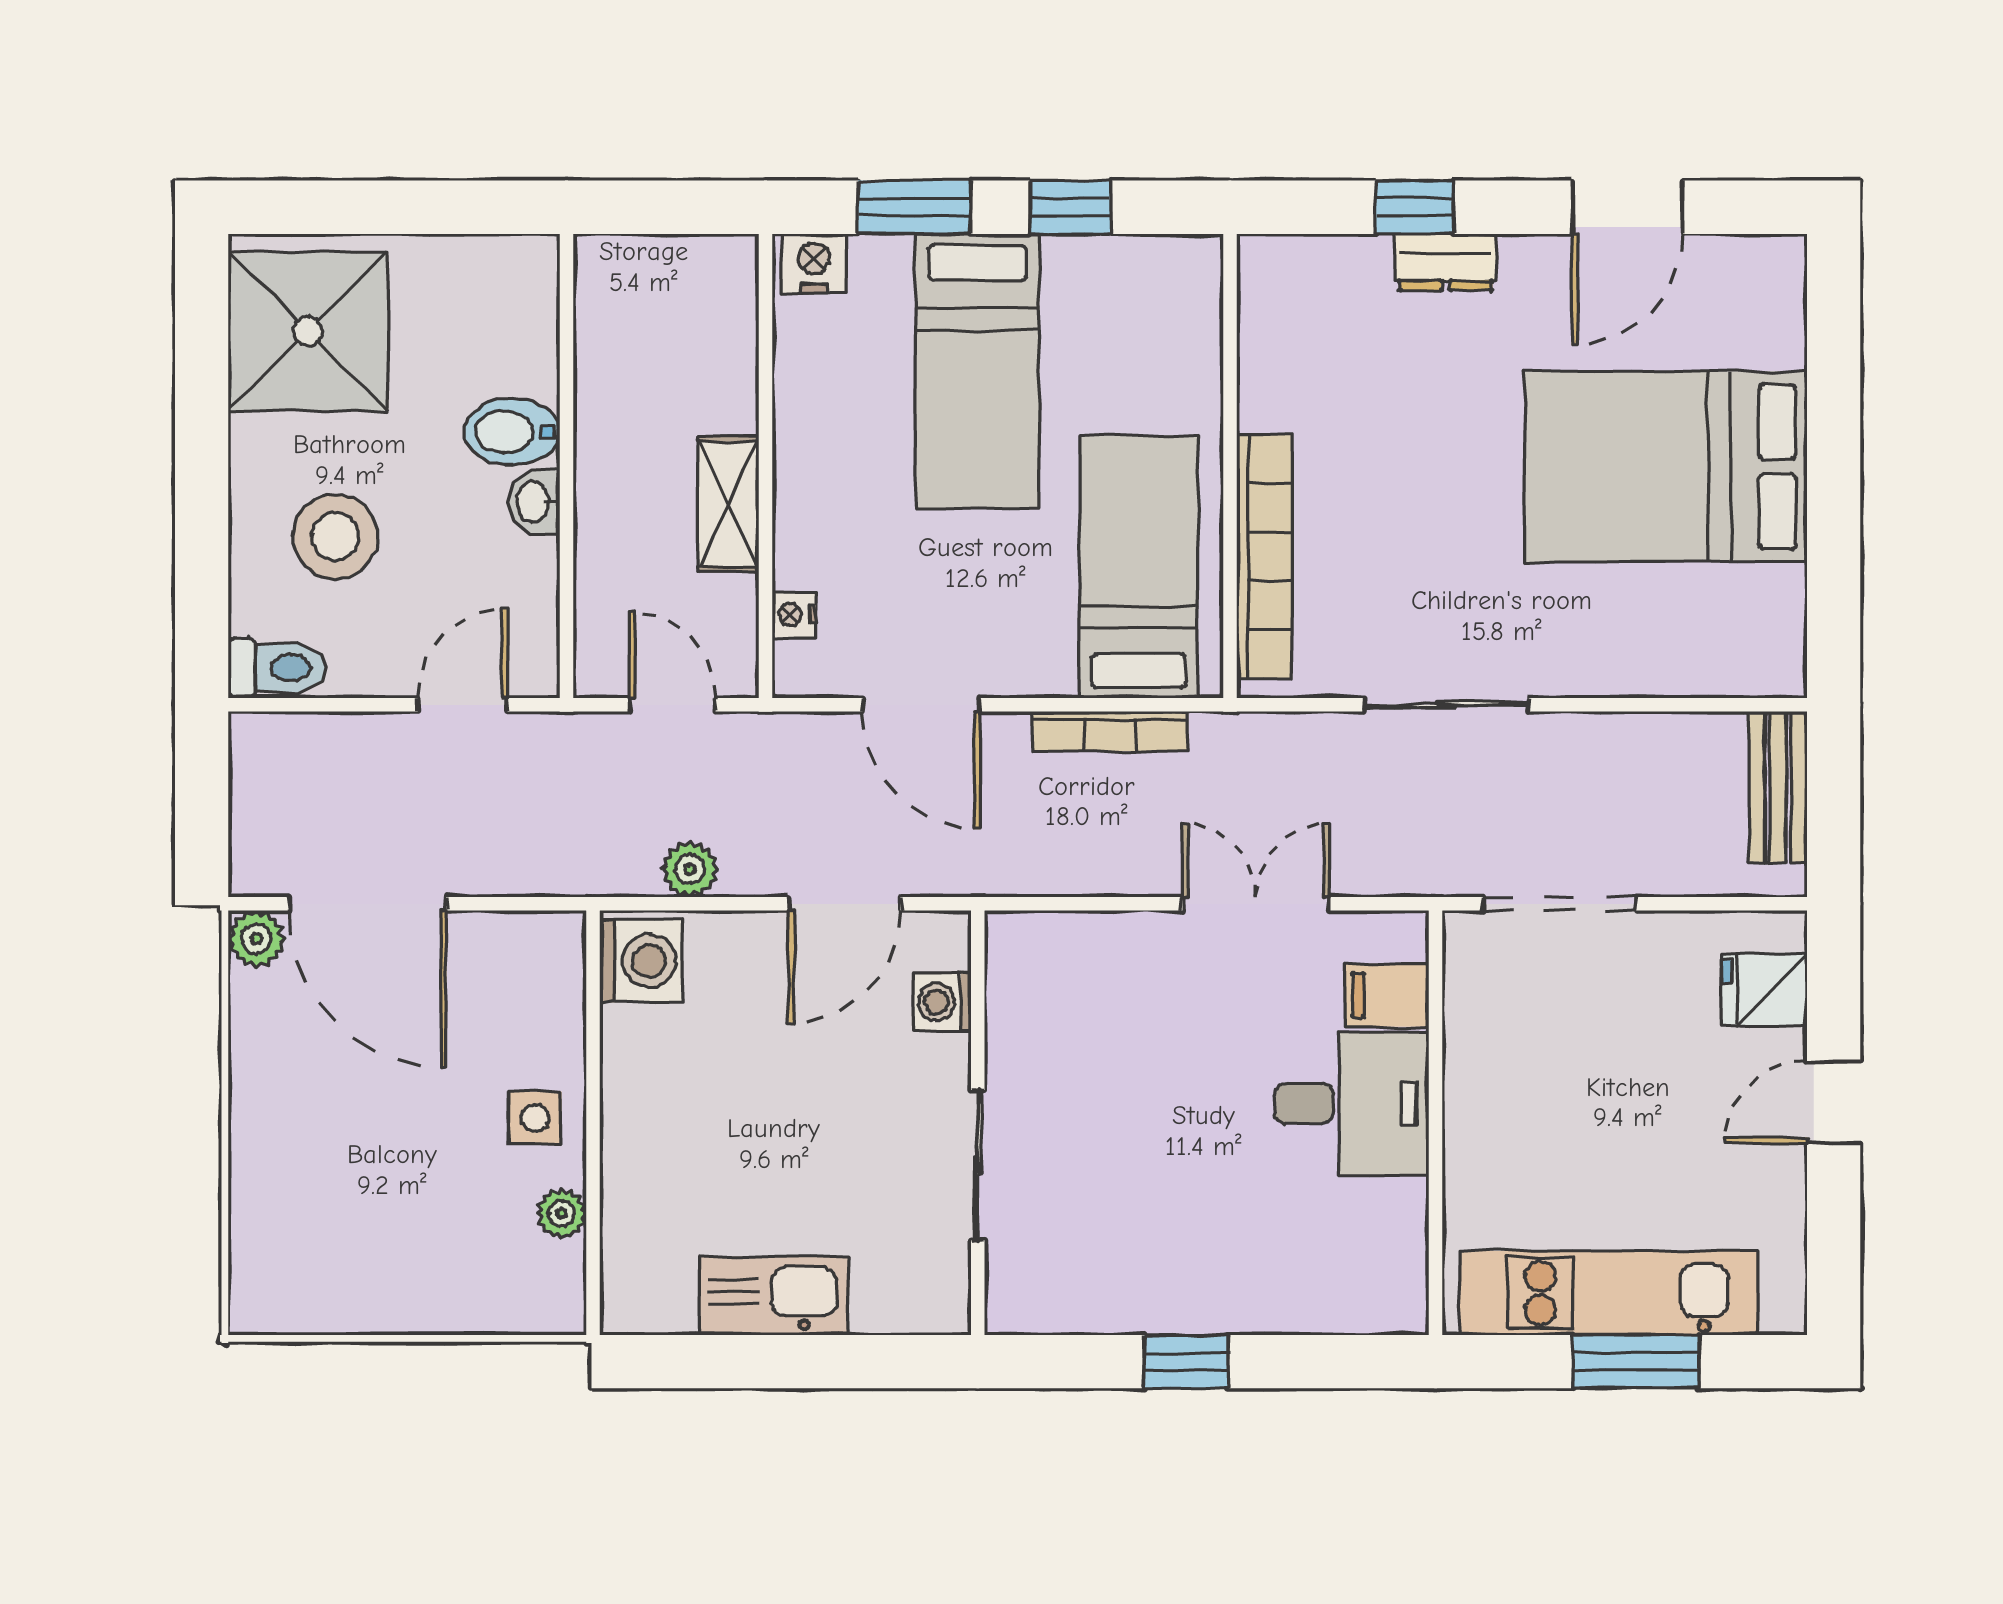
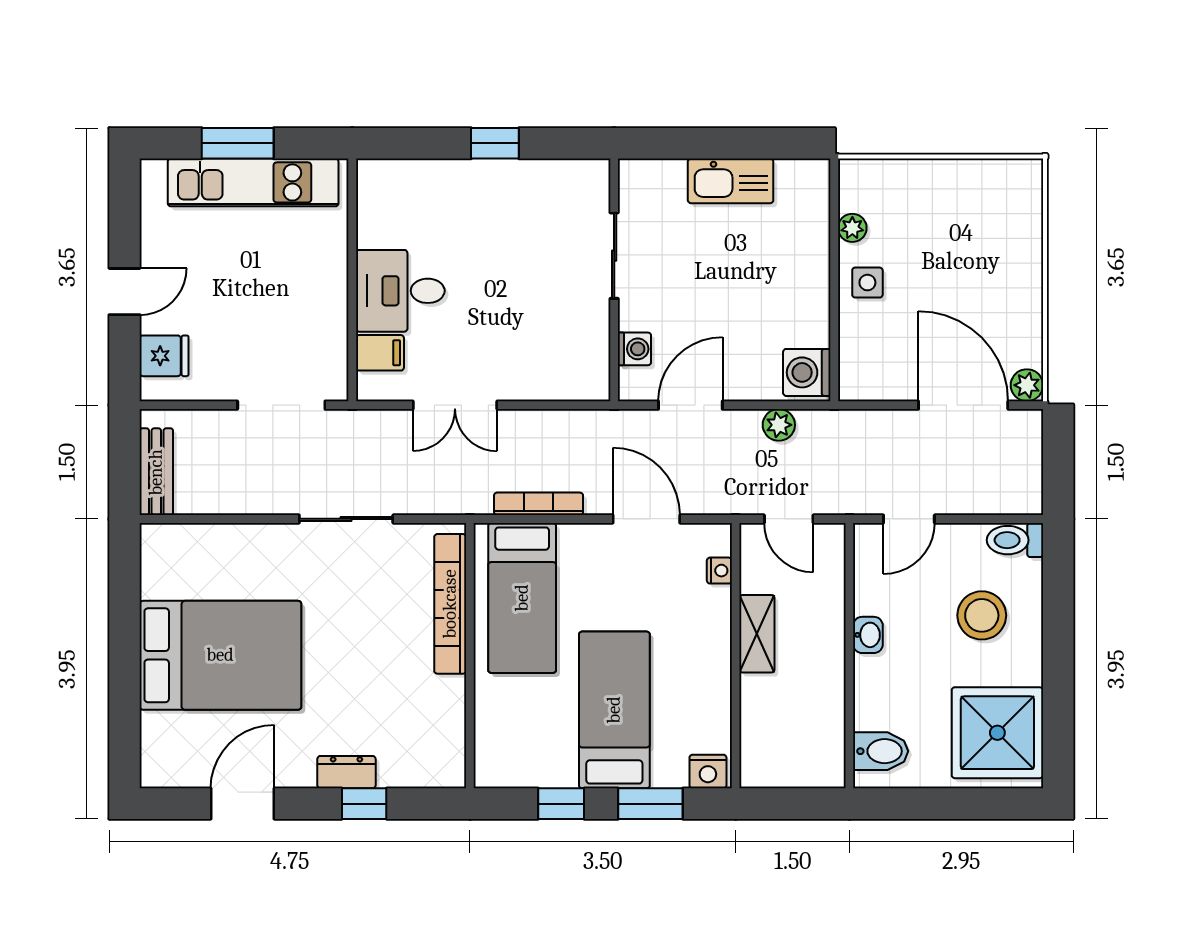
bidet: (512, 432) -> (881, 751), moved

